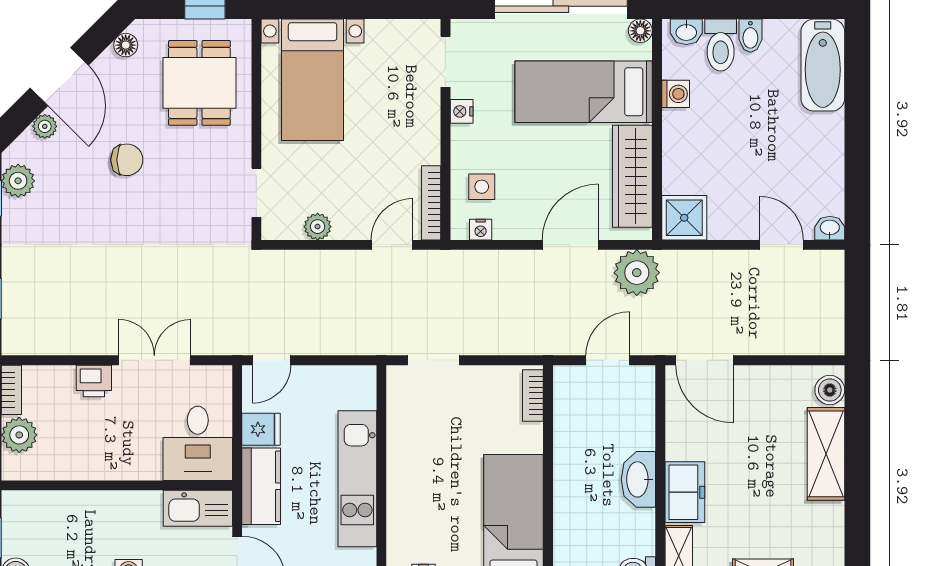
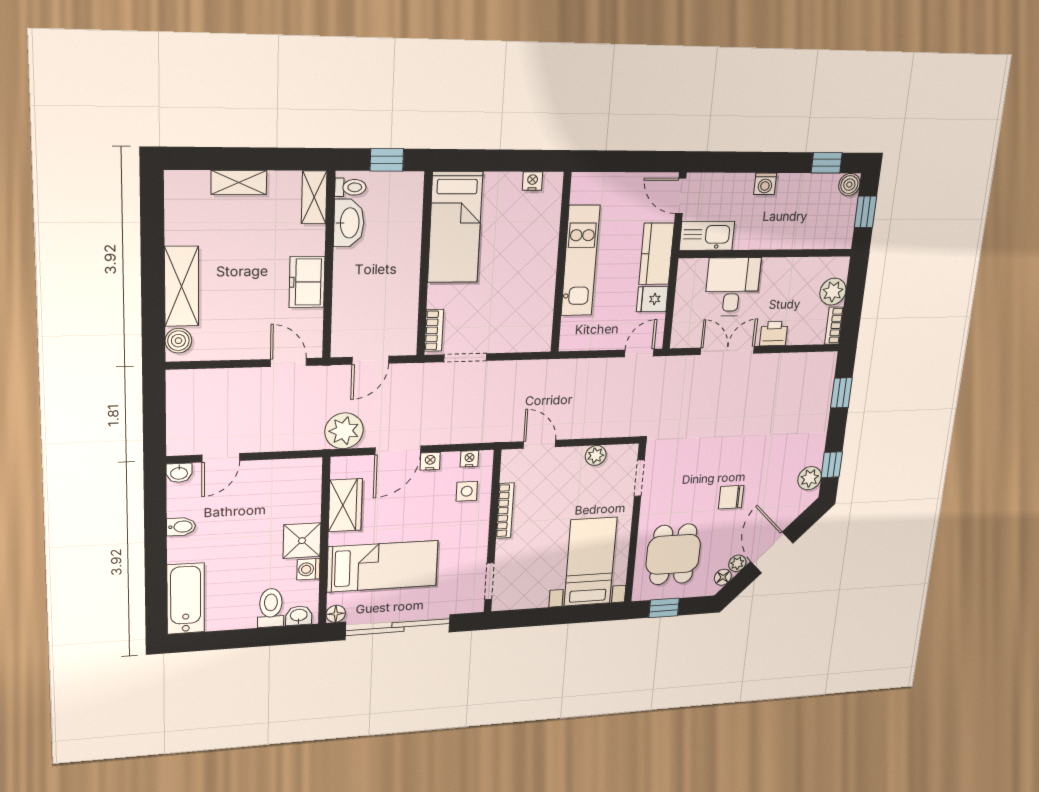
bidet: (750, 36) -> (181, 527), moved, turned 90
nightstand: (462, 111) -> (430, 461), moved, turned -90
plant: (45, 126) -> (737, 563), moved
wardrobe: (632, 176) -> (345, 505), width x0.67
bookcase: (431, 203) -> (505, 511), moved
shower: (684, 218) -> (302, 541), moved
door: (392, 245) -> (540, 444), swing flipped
door: (782, 245) -> (221, 458), hinge flipped
double door: (154, 360) -> (727, 351), swing flipped
doorway: (434, 360) -> (465, 358), moved
door: (704, 360) -> (288, 362), width x0.73
desk: (198, 443) -> (732, 287), moved
washbasin: (638, 479) -> (349, 223), moved
freezer: (685, 492) -> (307, 282), moved

